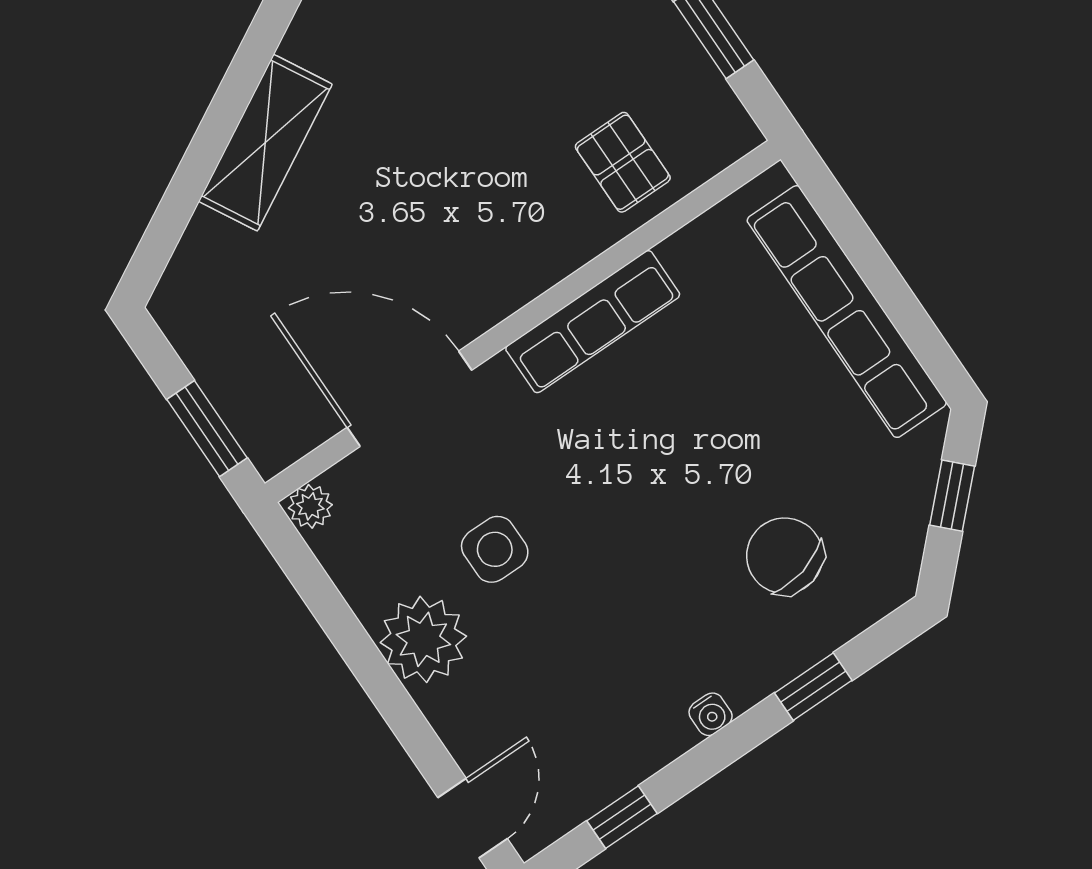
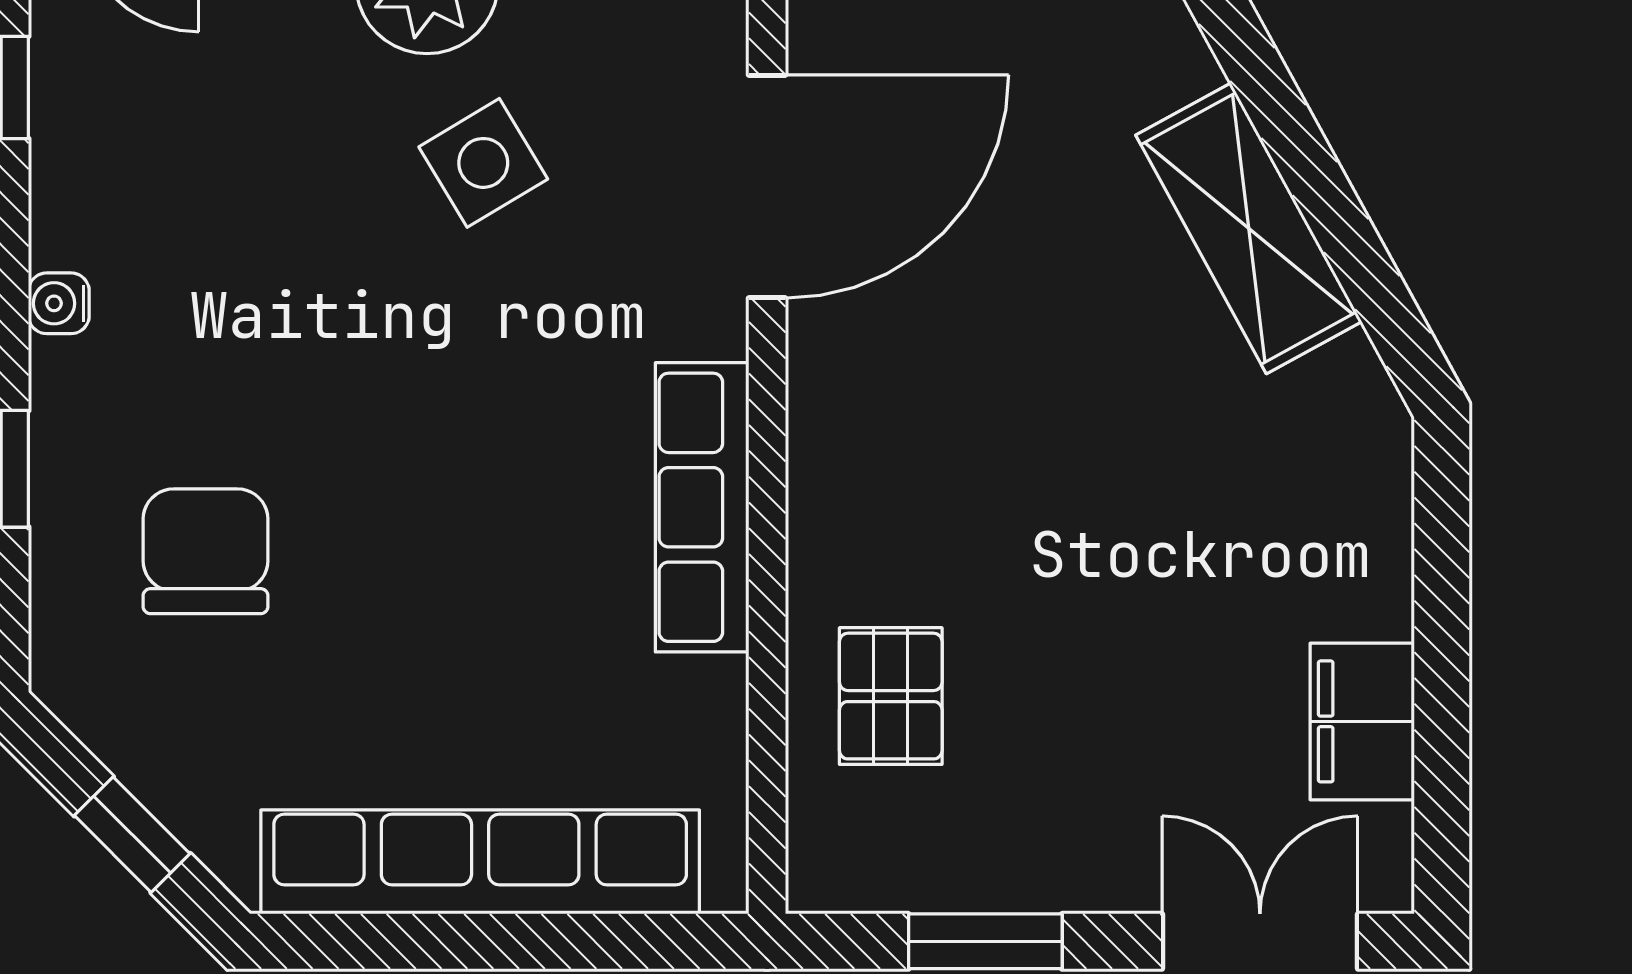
pallet: (623, 162) -> (891, 696), turned 90
side table: (495, 549) -> (483, 163), turned -31
chair: (785, 556) -> (206, 551), turned -76

